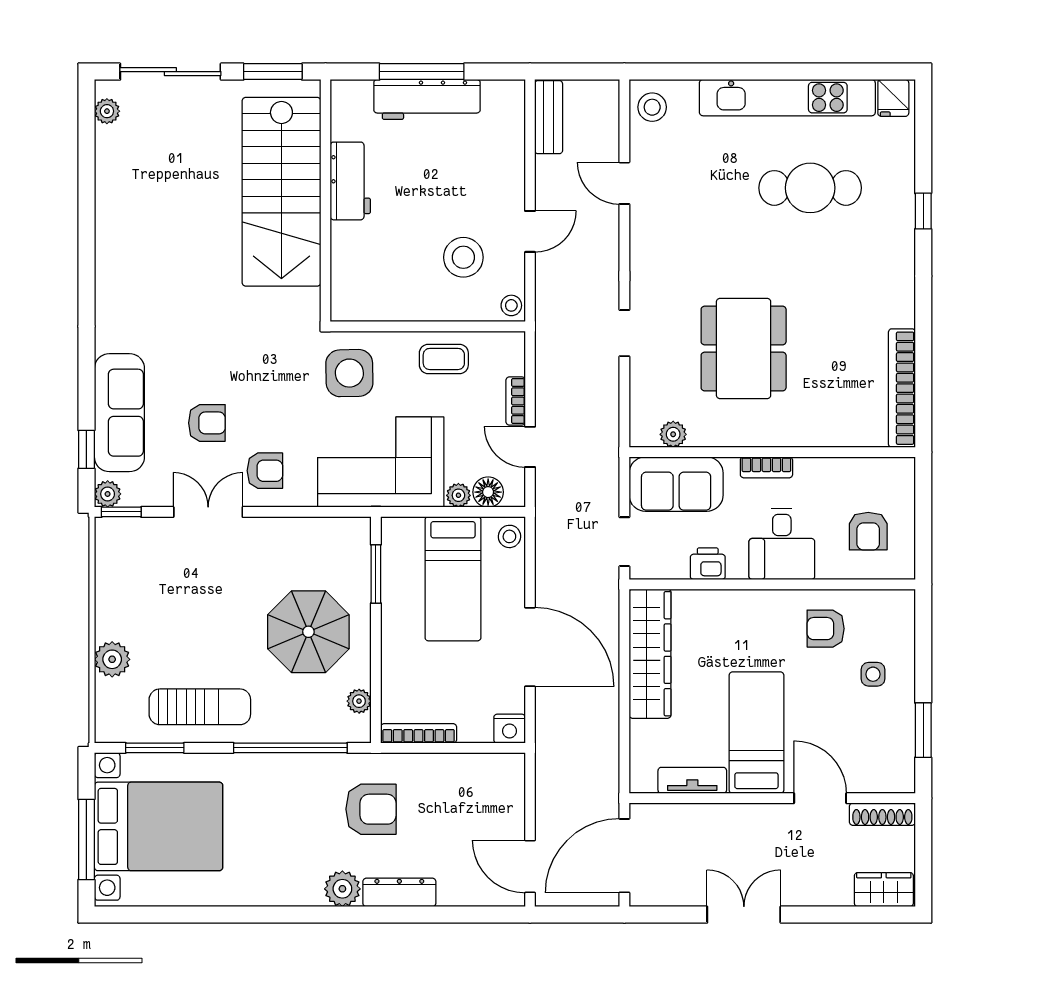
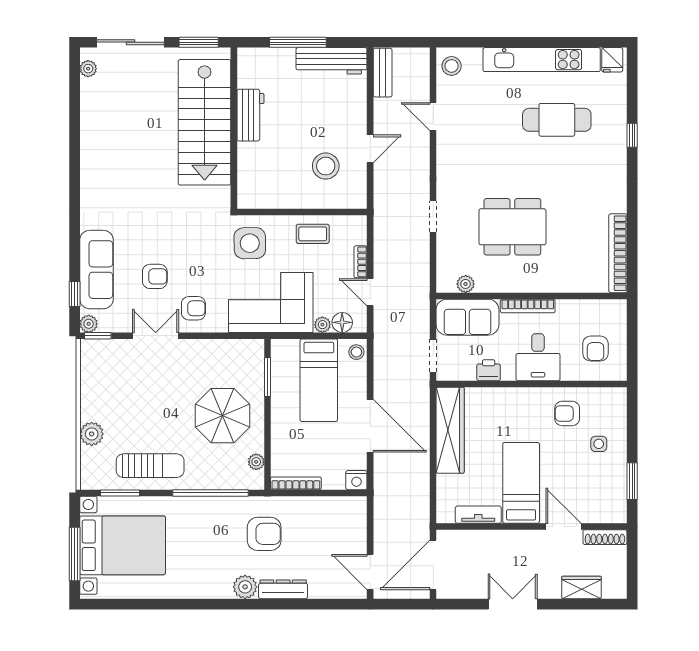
workbench: (427, 99) -> (332, 61), moved
stool: (511, 305) -> (358, 198), removed
dining table: (744, 349) -> (512, 227), turned 90
bookcase: (766, 467) -> (528, 306), width x1.56
wardrobe: (884, 890) -> (581, 587), moved

